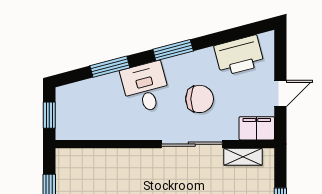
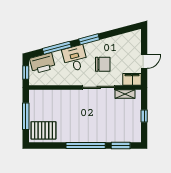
printer: (239, 55) -> (42, 63), moved
window: (110, 67) -> (57, 48), width x1.44

